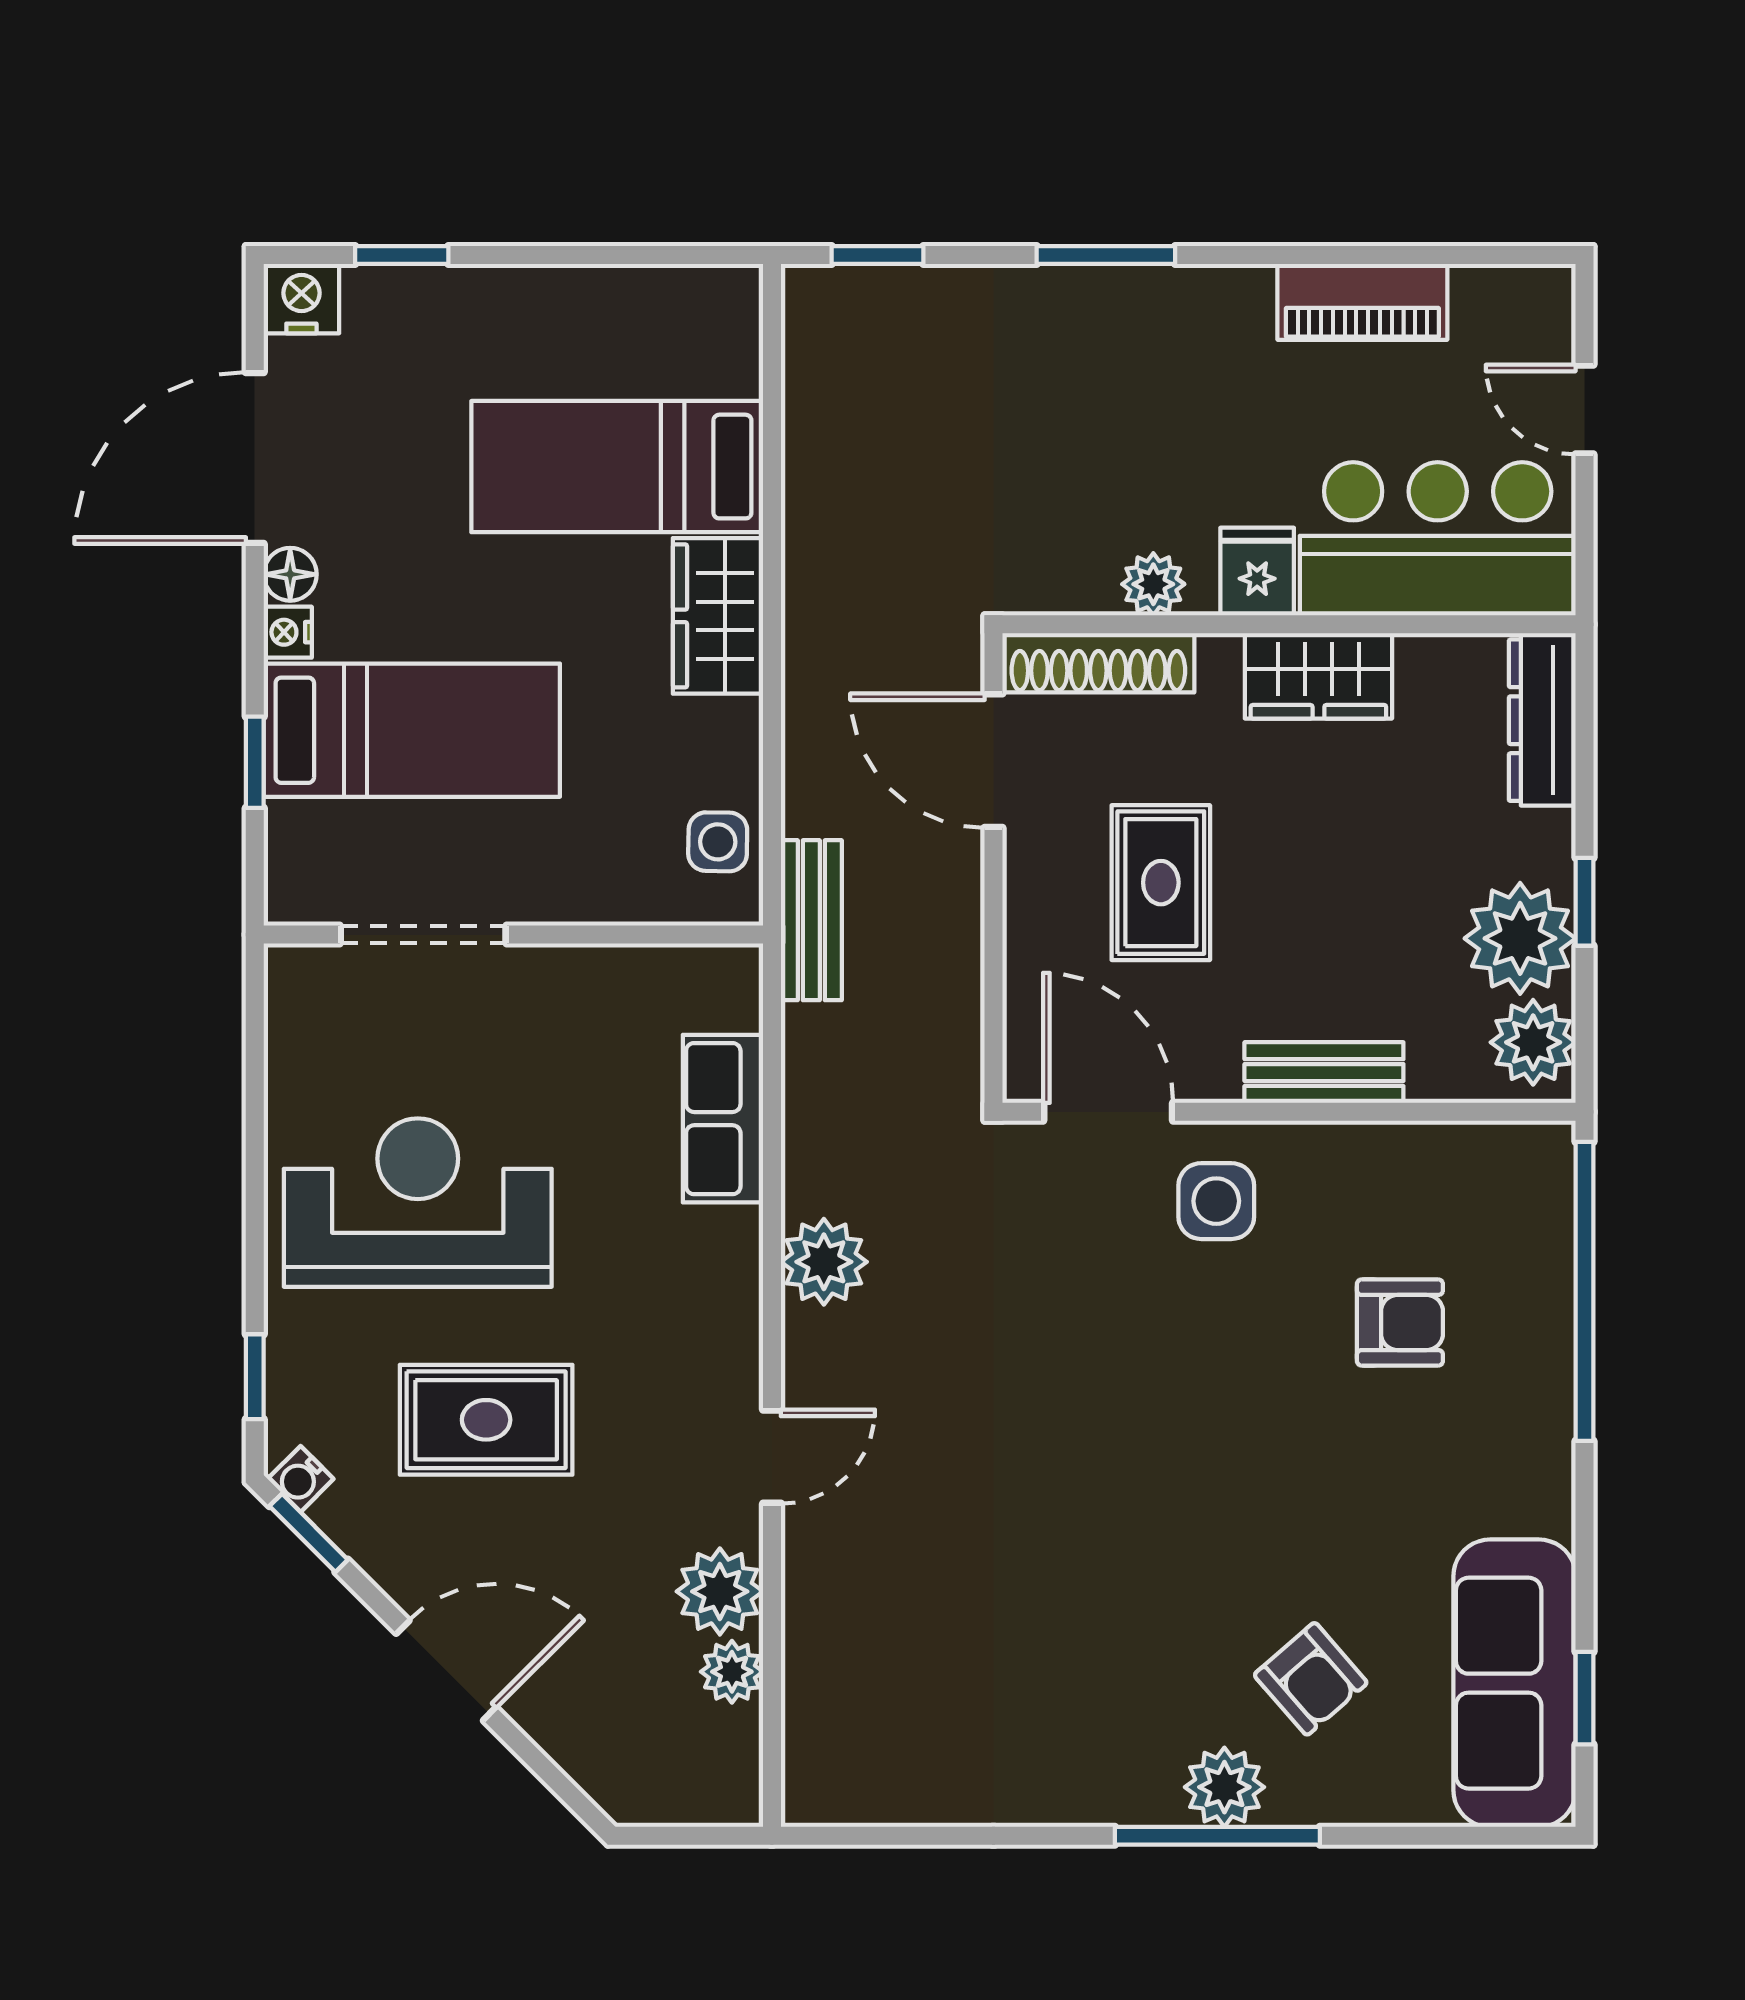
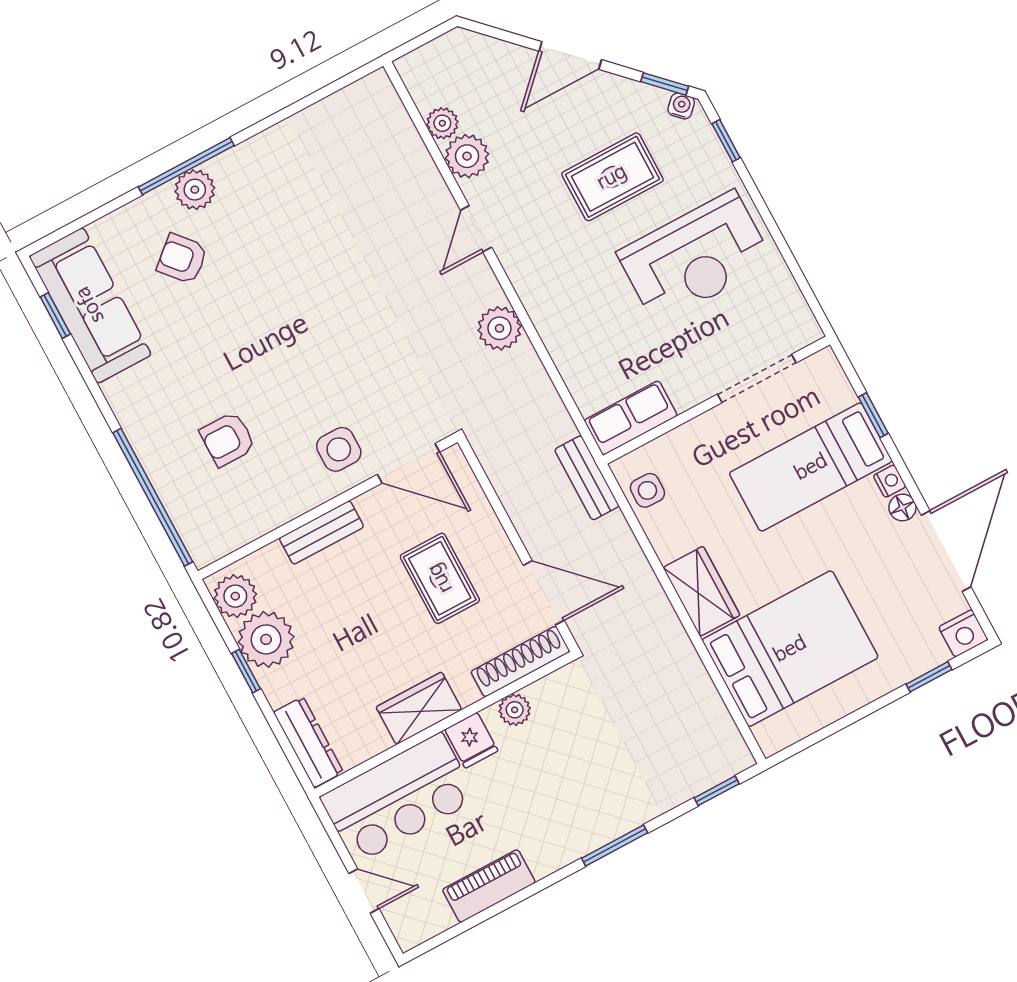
bed: (617, 467) -> (790, 649), width x1.50
row of seats: (723, 1119) -> (631, 418), moved, turned -90

